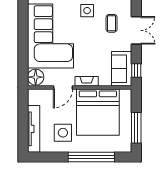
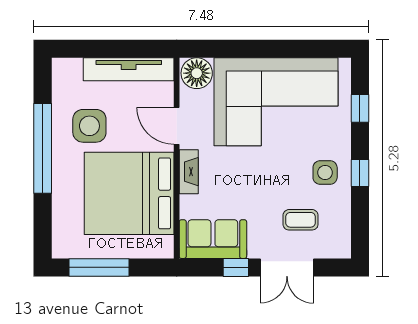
window: (136, 71) -> (236, 267), moved
tv unit: (34, 129) -> (129, 69), moved
window: (91, 157) -> (43, 148), moved

